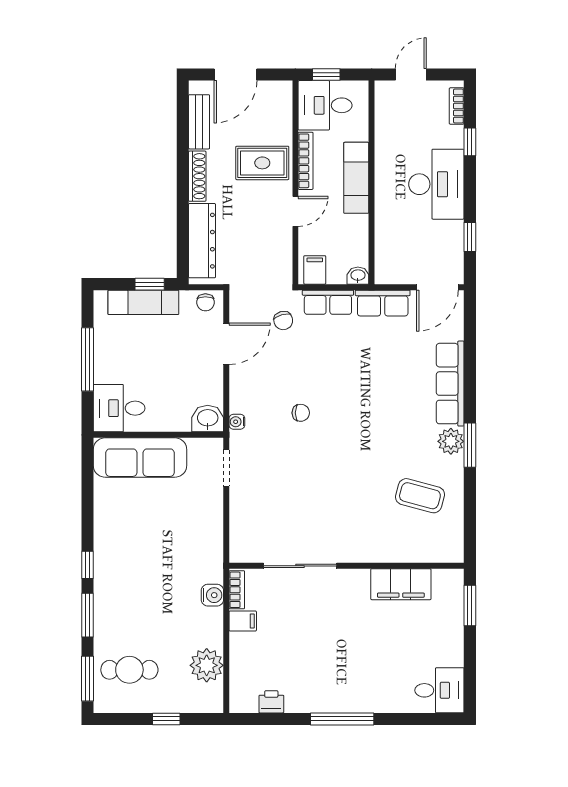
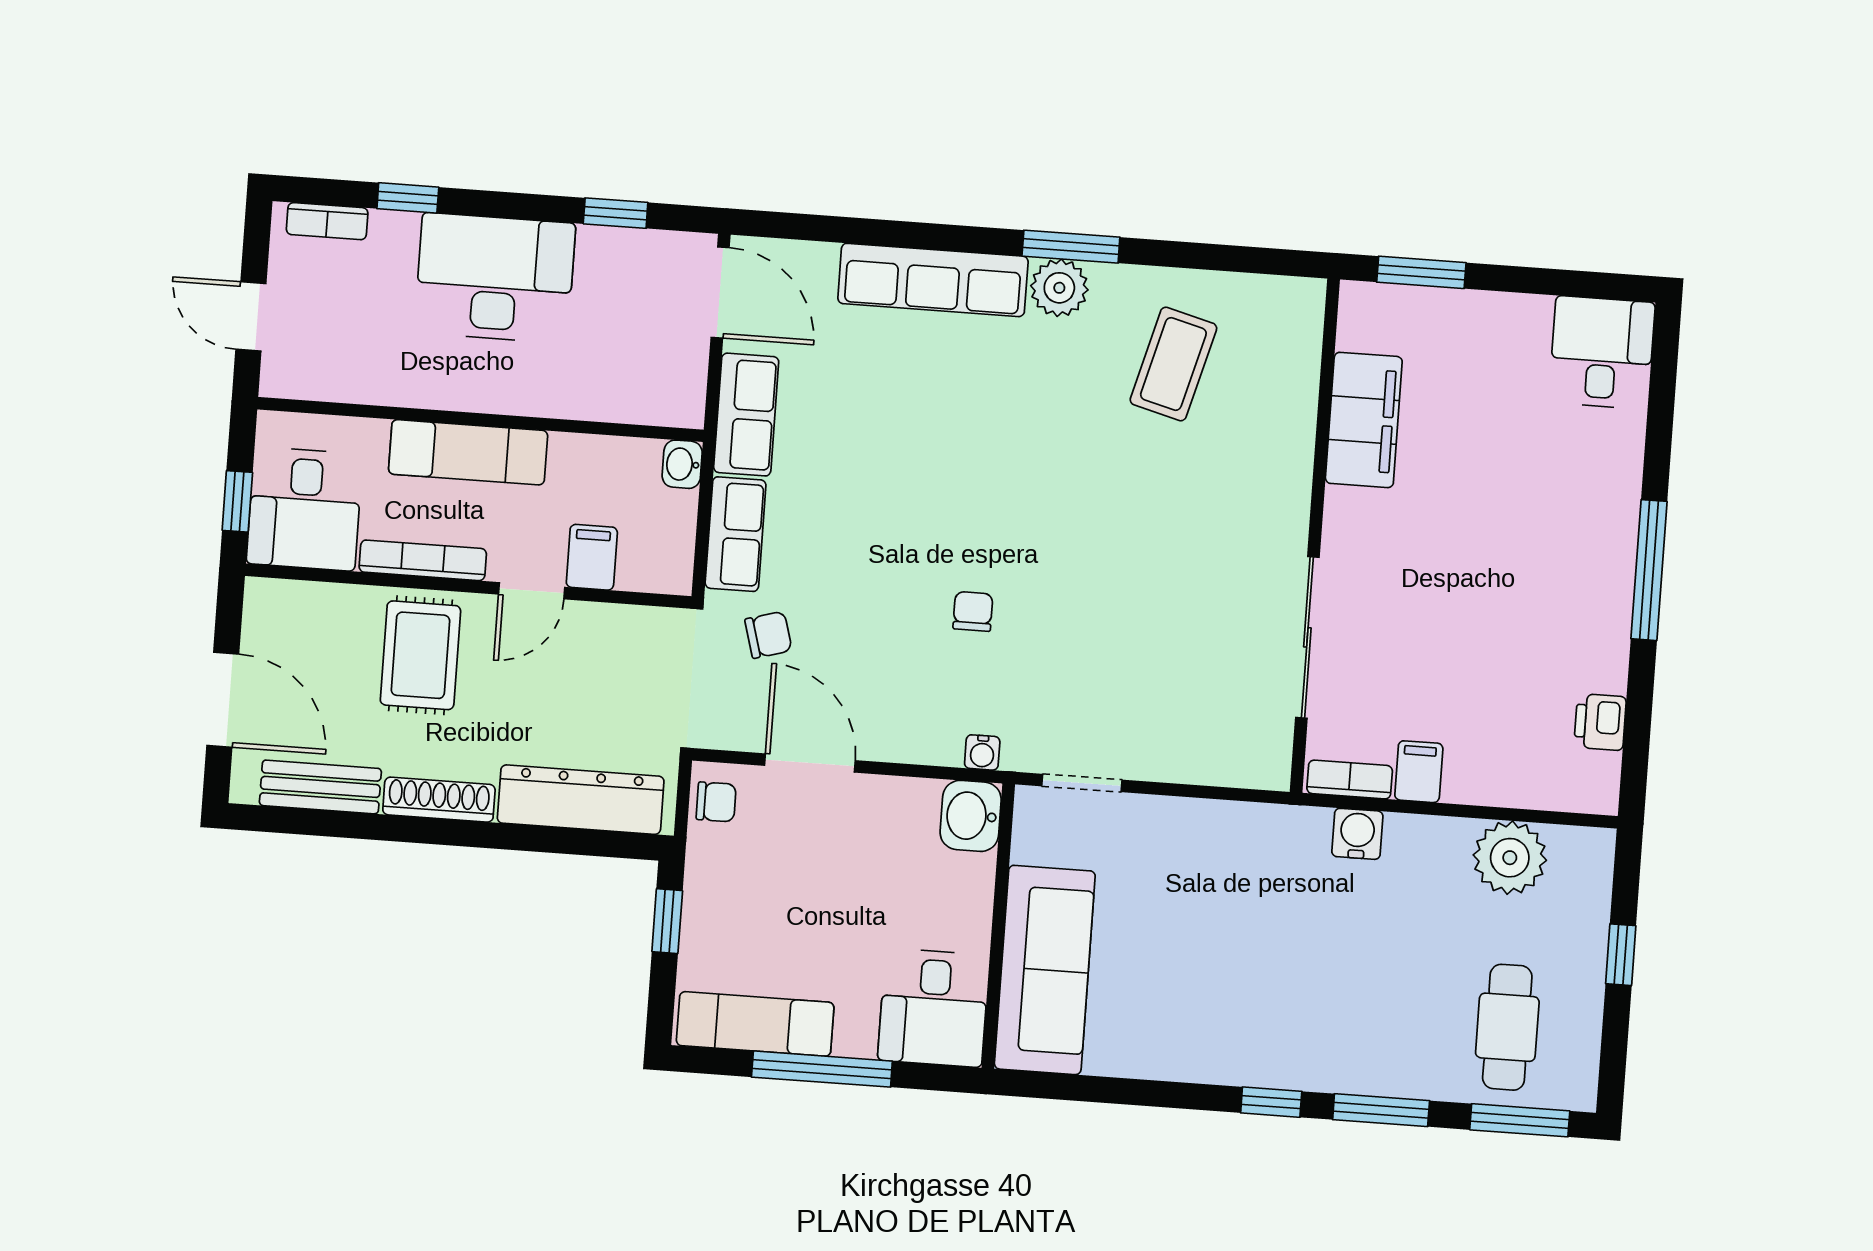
door: (295, 211) -> (532, 591), swing flipped
filing cabinet: (315, 270) -> (592, 557), moved, turned 90
exam couch: (143, 302) -> (755, 1024), moved, turned -90

